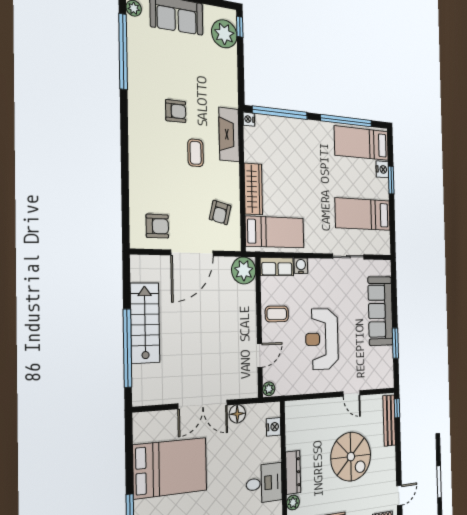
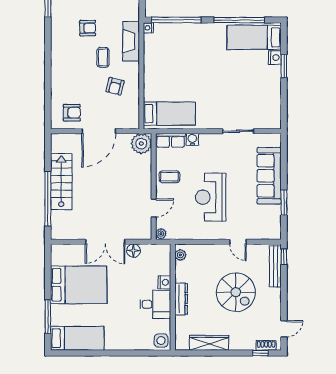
wardrobe: (253, 189) -> (151, 81), removed
armchair: (220, 213) -> (115, 86), moved
bed: (363, 214) -> (254, 96), removed
nightstand: (274, 427) -> (164, 282), moved
plant: (293, 503) -> (180, 255), moved

